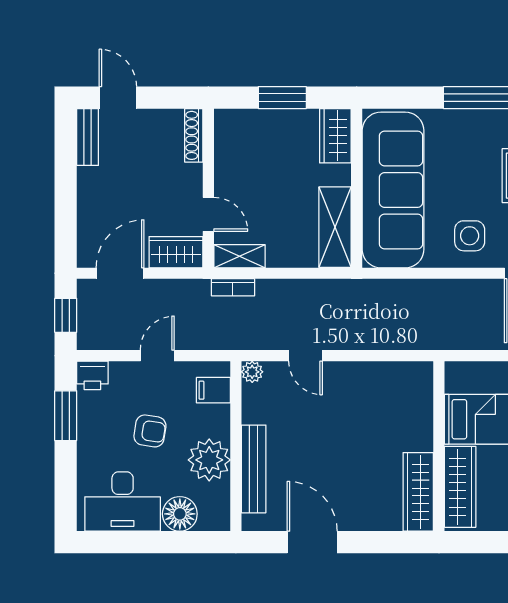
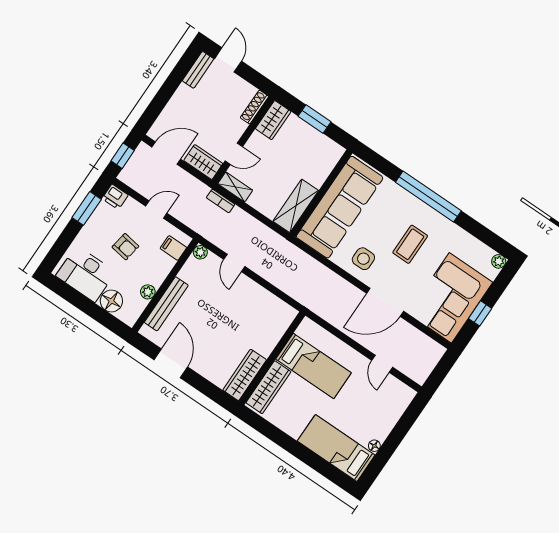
wardrobe: (335, 136) -> (273, 120), moved, turned 180
door: (208, 214) -> (234, 154), hinge flipped
plant: (209, 460) -> (148, 292), width x0.53, depth x0.53

